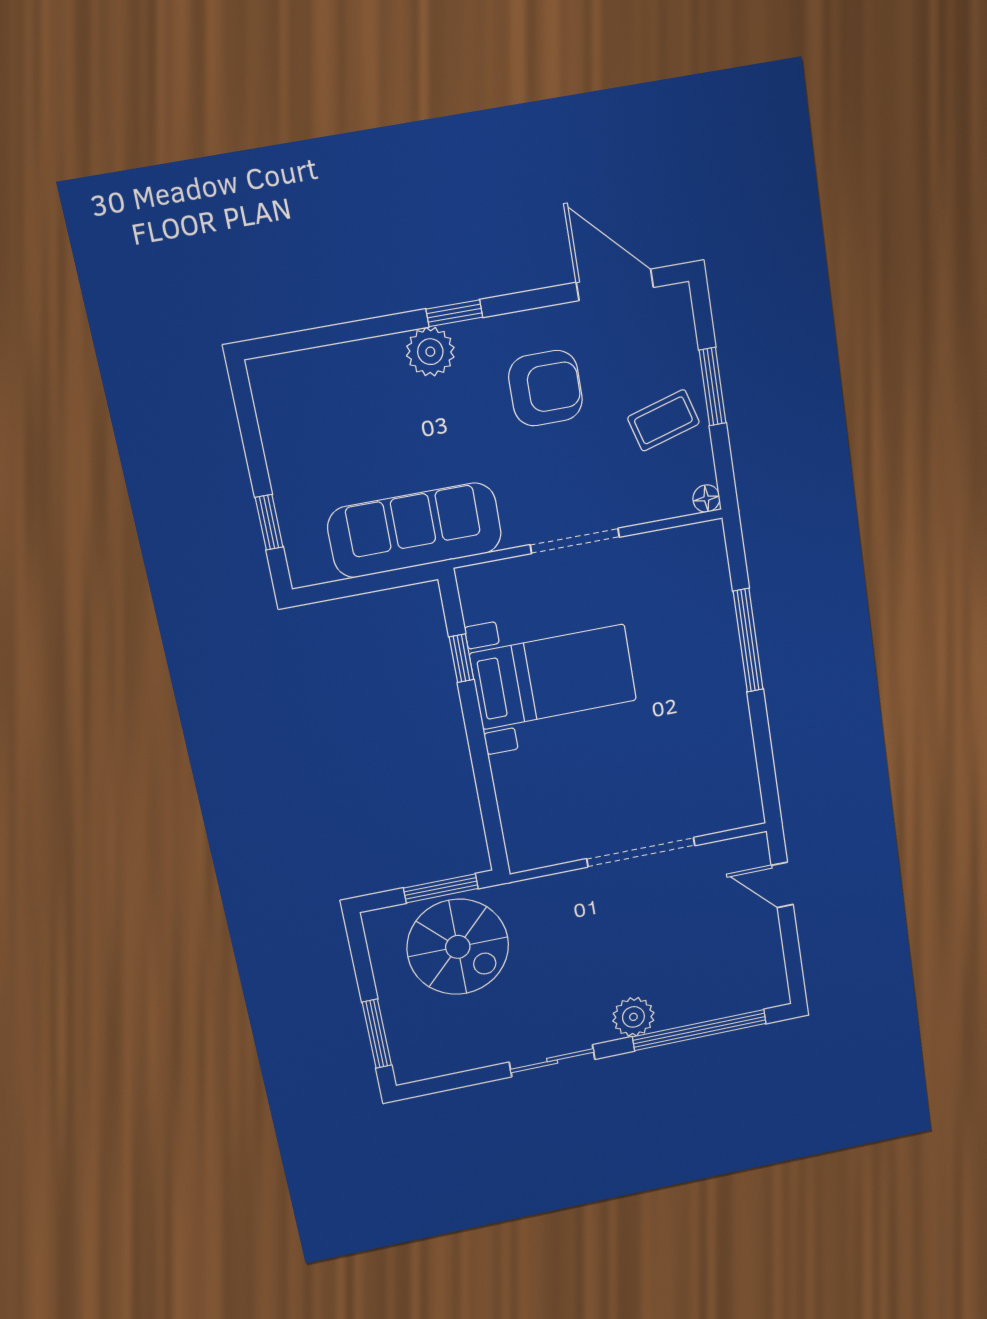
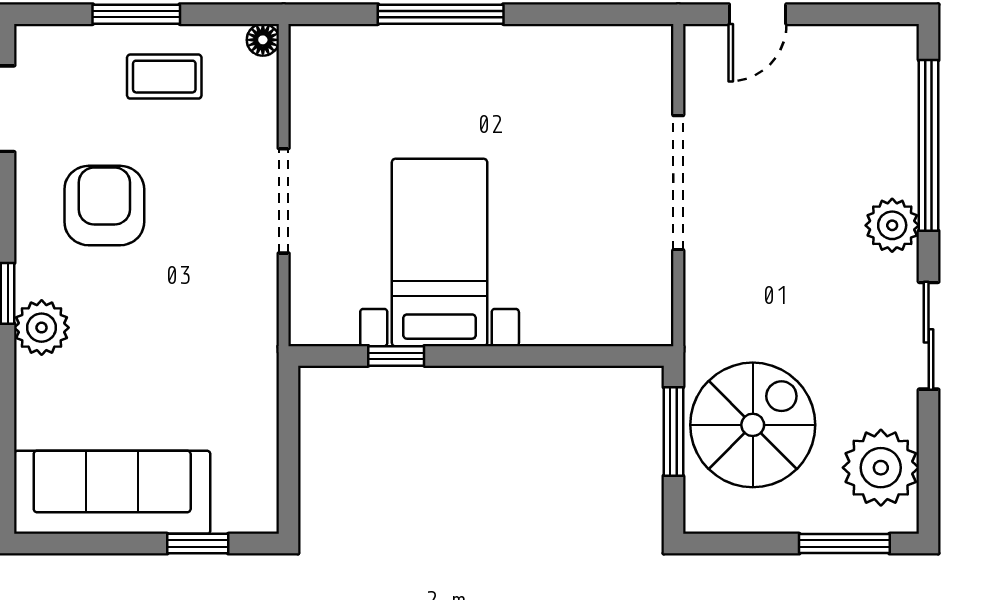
coffee table: (663, 420) -> (164, 77), turned -74
sofa: (415, 530) -> (112, 492), moved, turned 90
plant: (442, 1048) -> (881, 468), added

